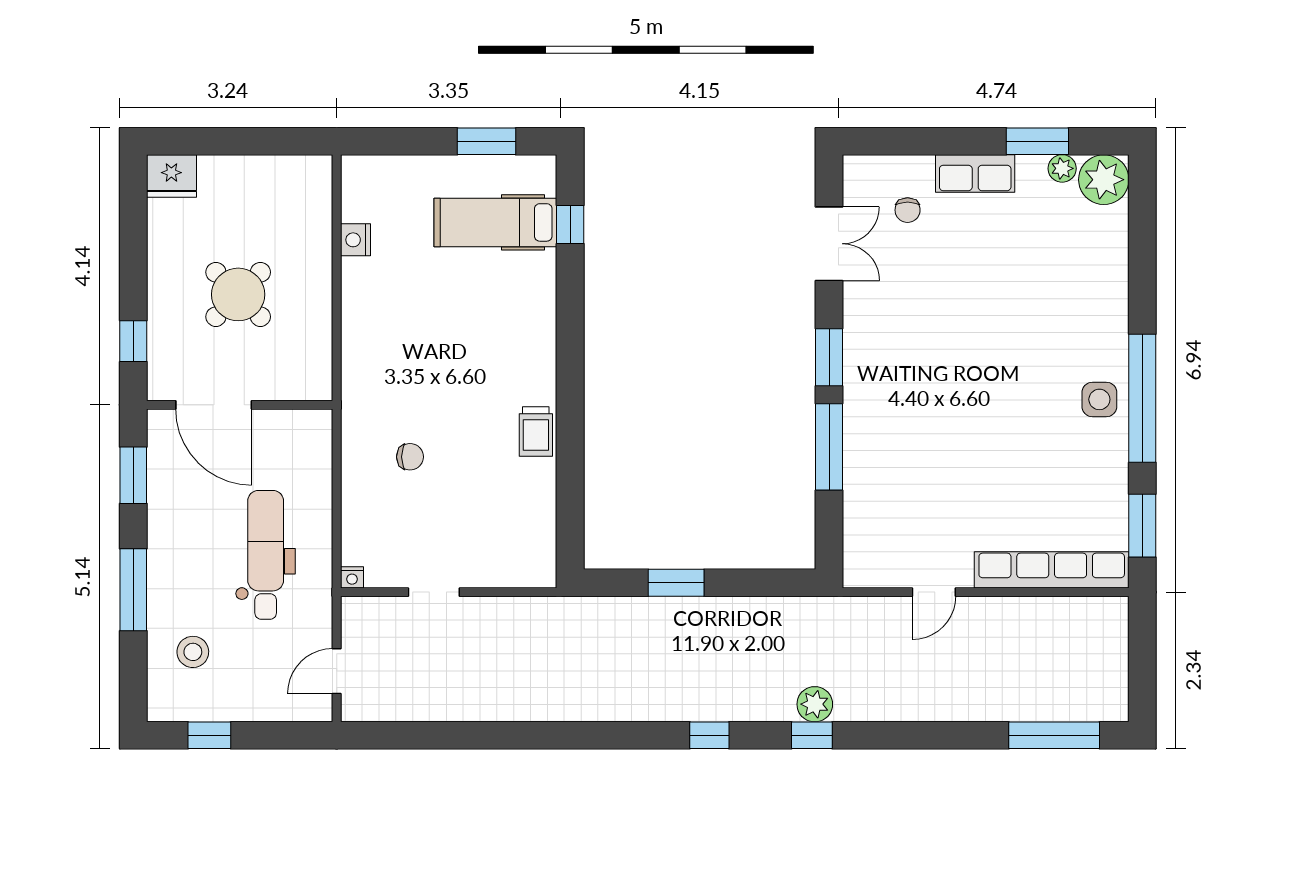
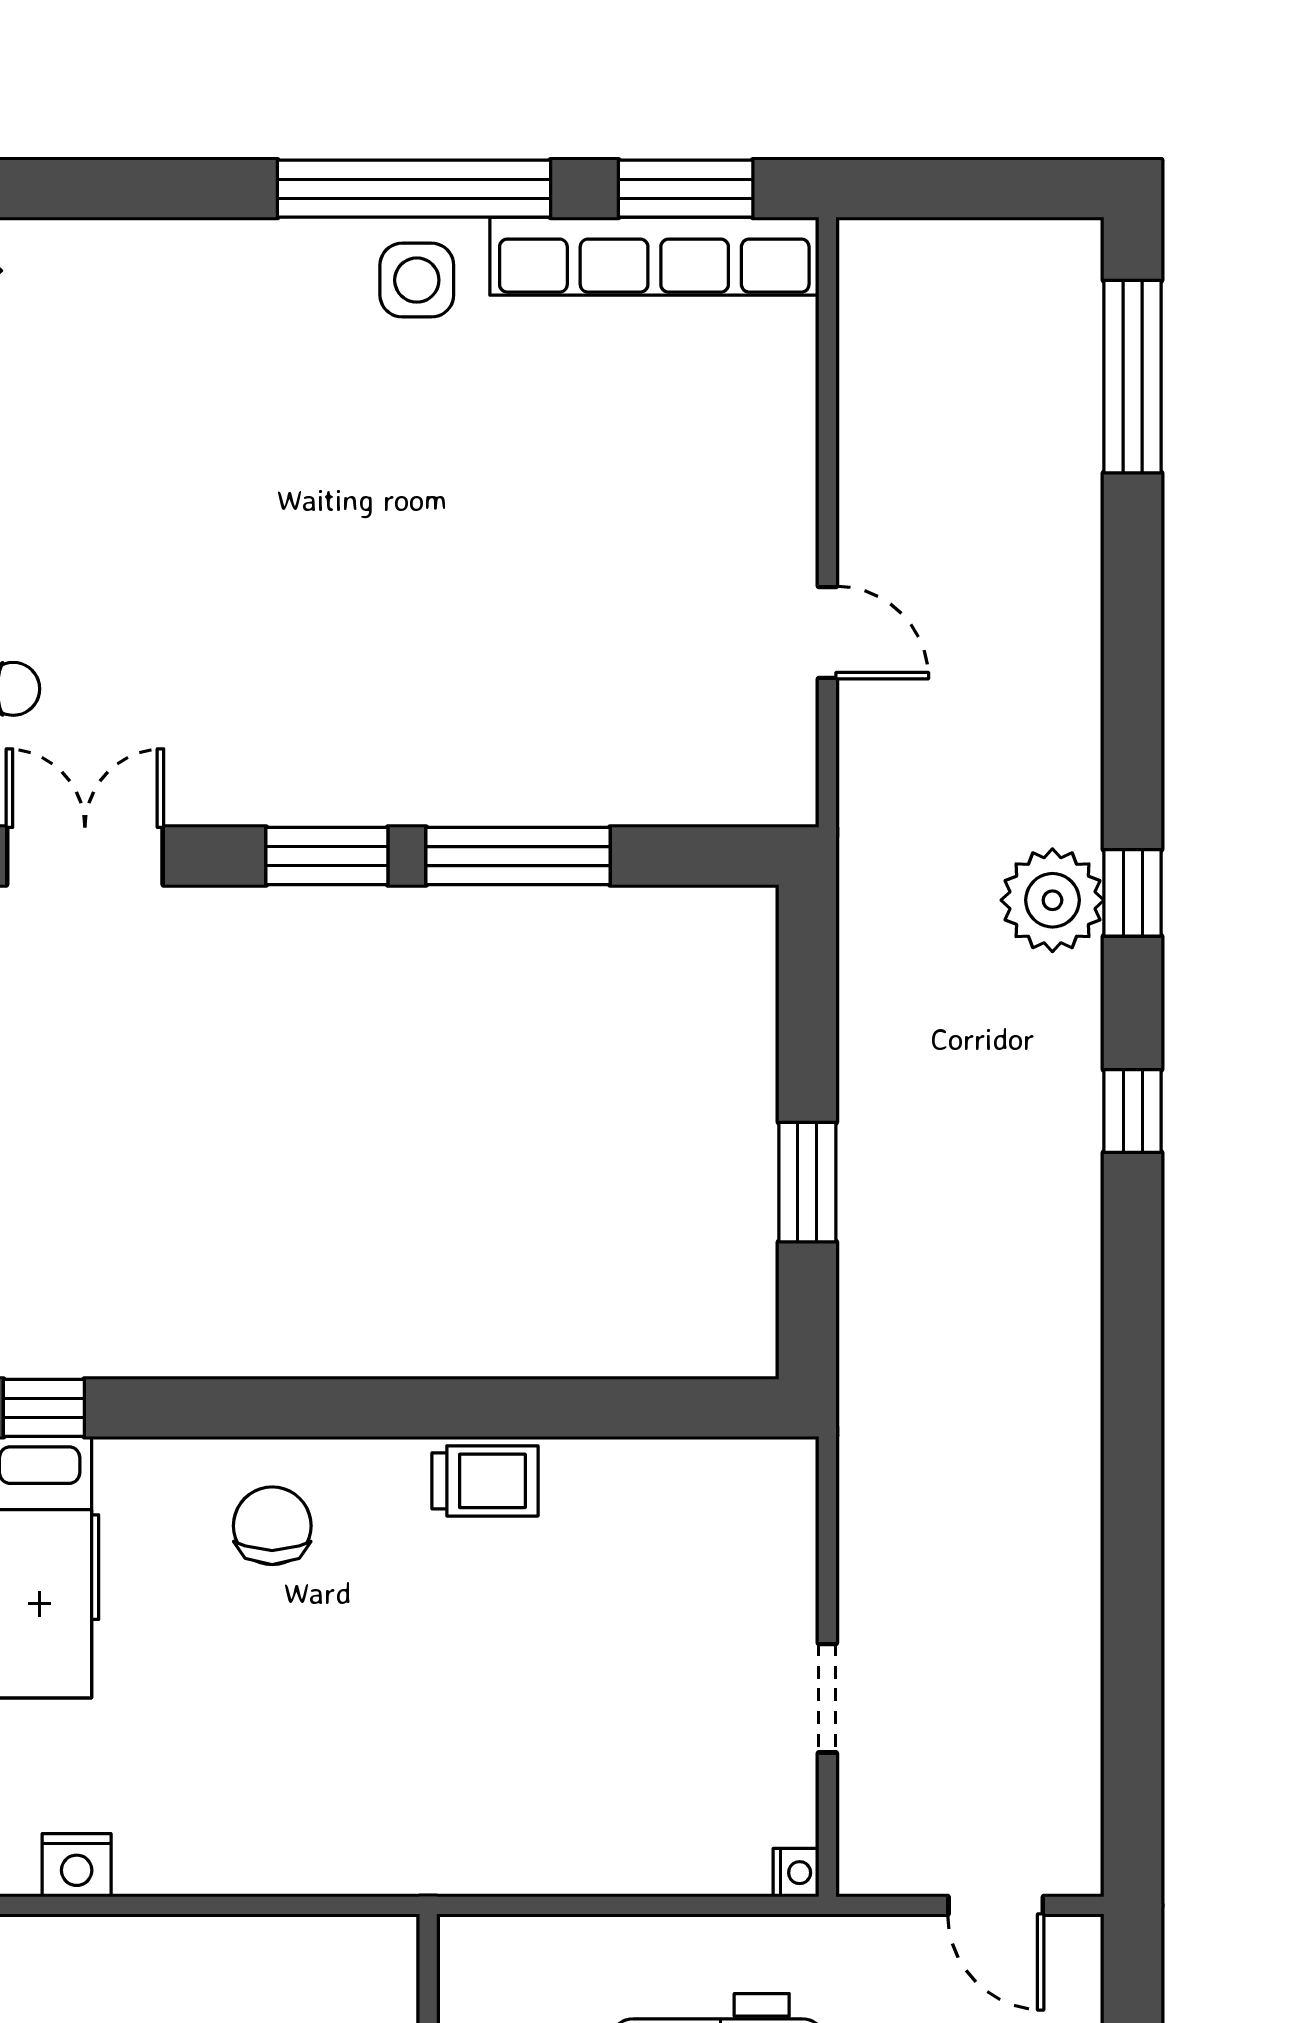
chair: (410, 457) -> (272, 1526), moved, width x1.37, depth x1.37
row of seats: (1052, 570) -> (654, 256), moved, turned -90
plant: (815, 704) -> (1052, 900), width x1.36, depth x1.36

